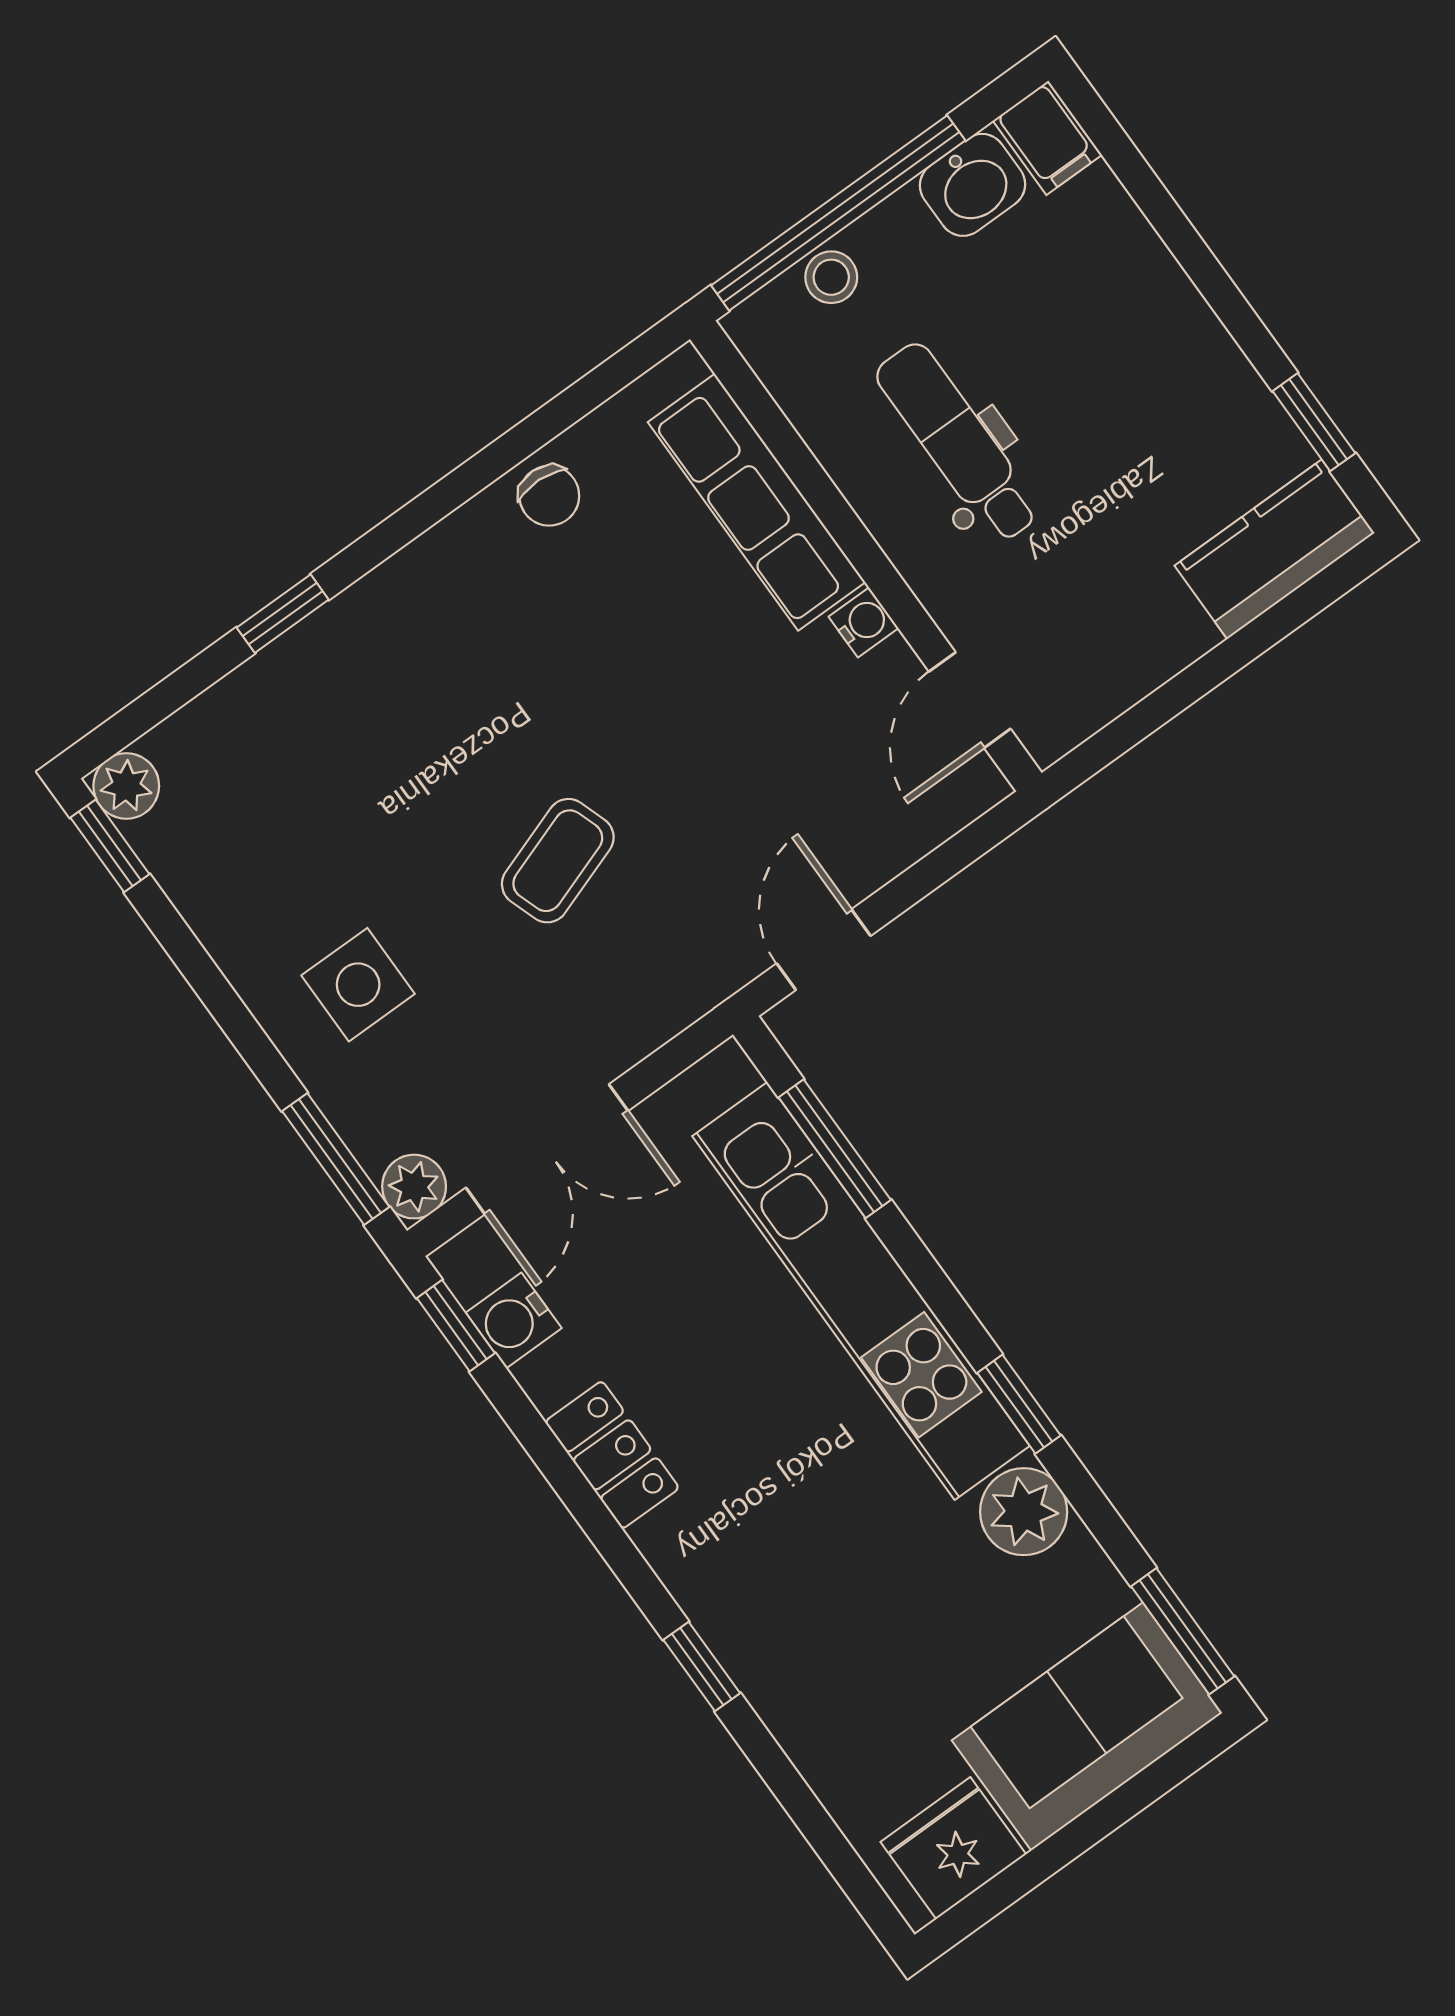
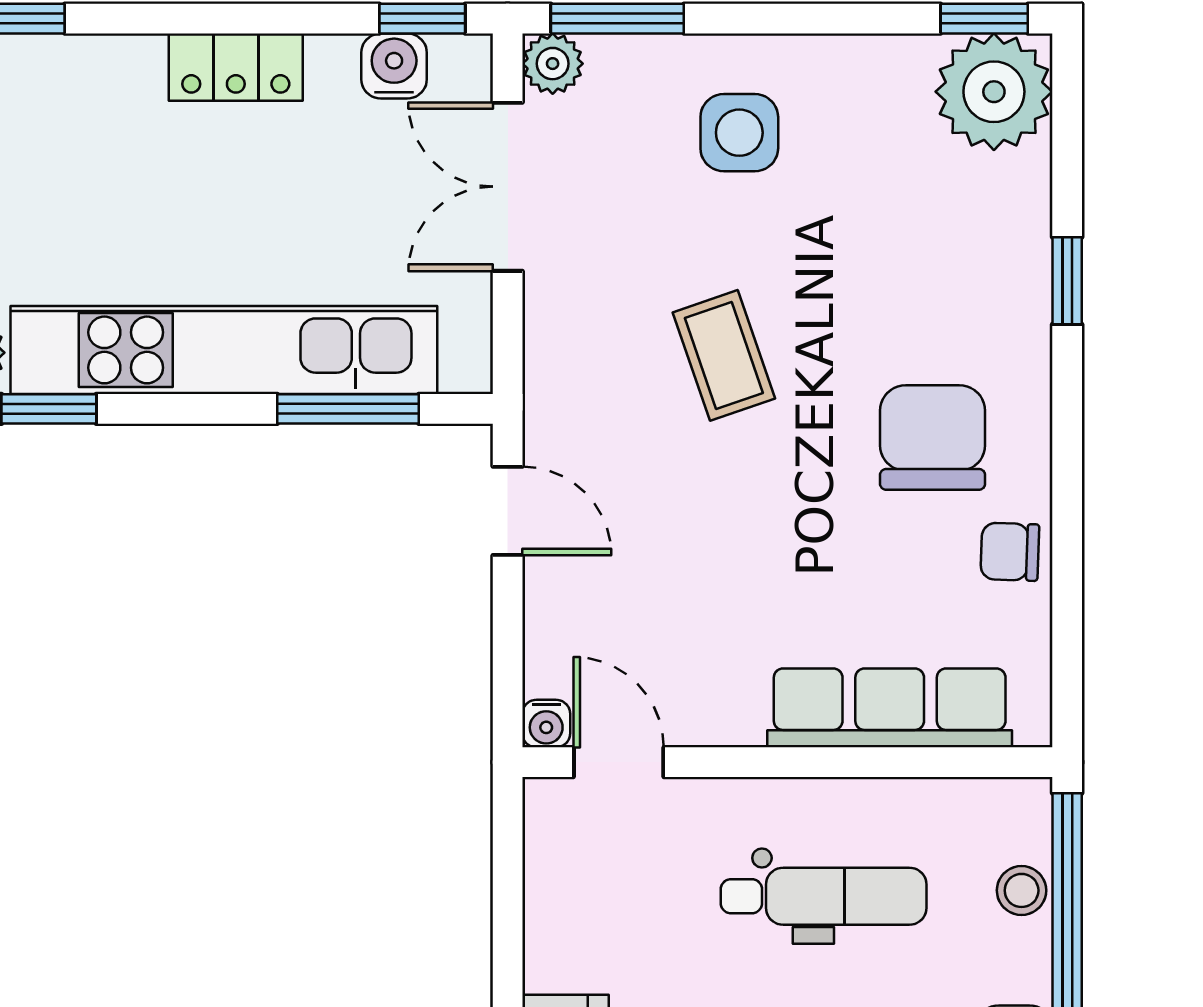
water cooler: (864, 622) -> (546, 724), moved
chair: (499, 632) -> (933, 437), added
plant: (126, 786) -> (994, 92), width x1.87, depth x1.87

